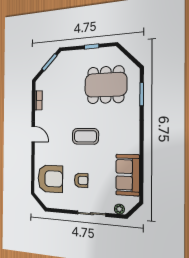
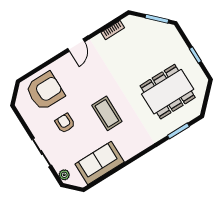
dining table: (106, 85) -> (168, 92), turned 90
coffee table: (85, 136) -> (107, 113), moved
armchair: (50, 179) -> (45, 91), turned -90
armchair: (81, 180) -> (65, 123), turned 180

